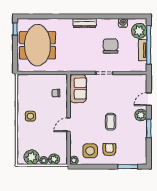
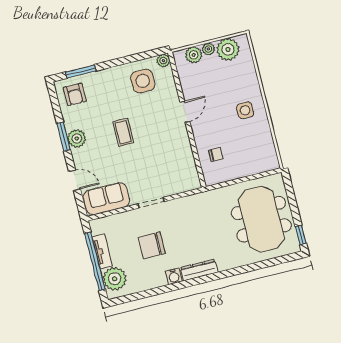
water cooler: (123, 23) -> (174, 276), moved
chair: (111, 46) -> (152, 245), turned 90
sofa: (78, 89) -> (106, 199), moved, turned 90
door: (149, 99) -> (75, 180), hinge flipped
plant: (141, 115) -> (77, 138), moved
armchair: (109, 150) -> (75, 94), moved

